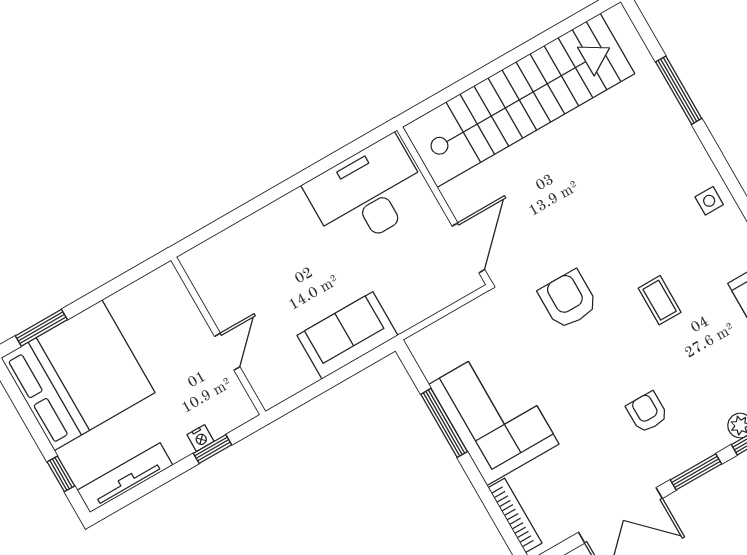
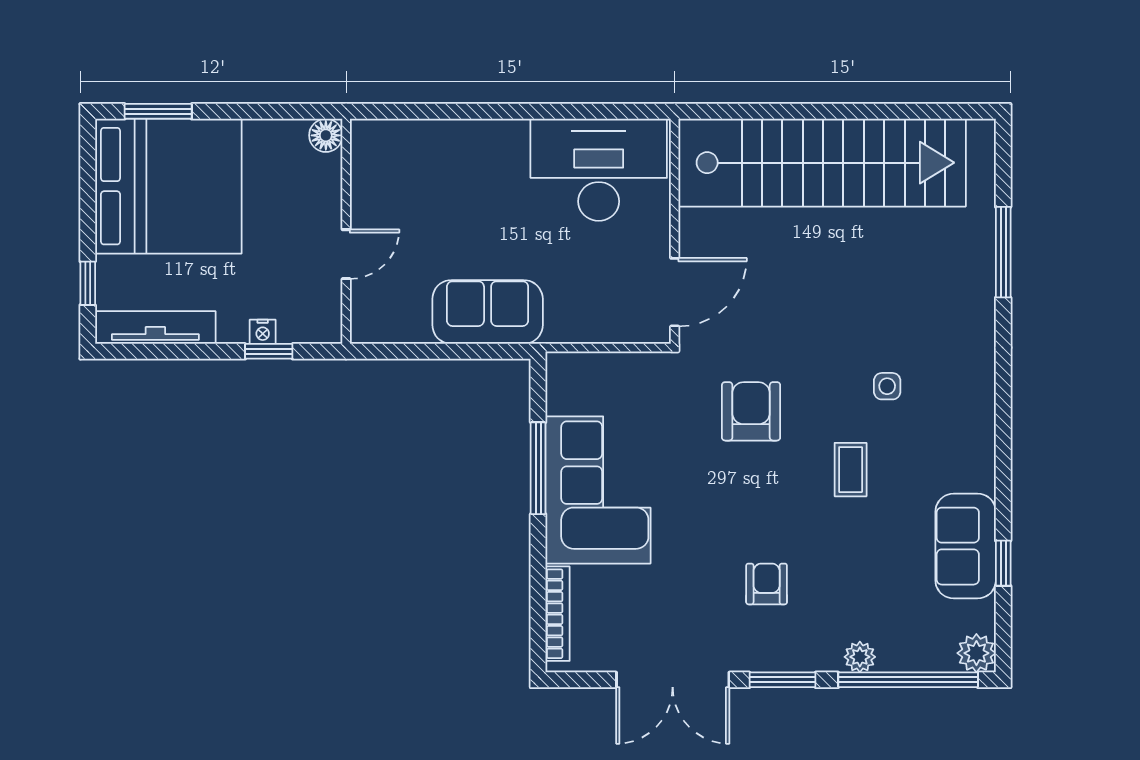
side table: (709, 201) -> (887, 386), moved
floor lamp: (166, 278) -> (326, 135), added

